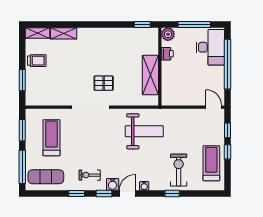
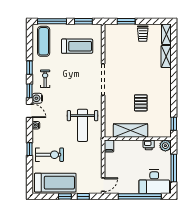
pallet: (104, 83) -> (141, 103), moved
filing cabinet: (168, 100) -> (109, 146), added
treadmill: (211, 163) -> (55, 183), width x1.37, depth x1.38

